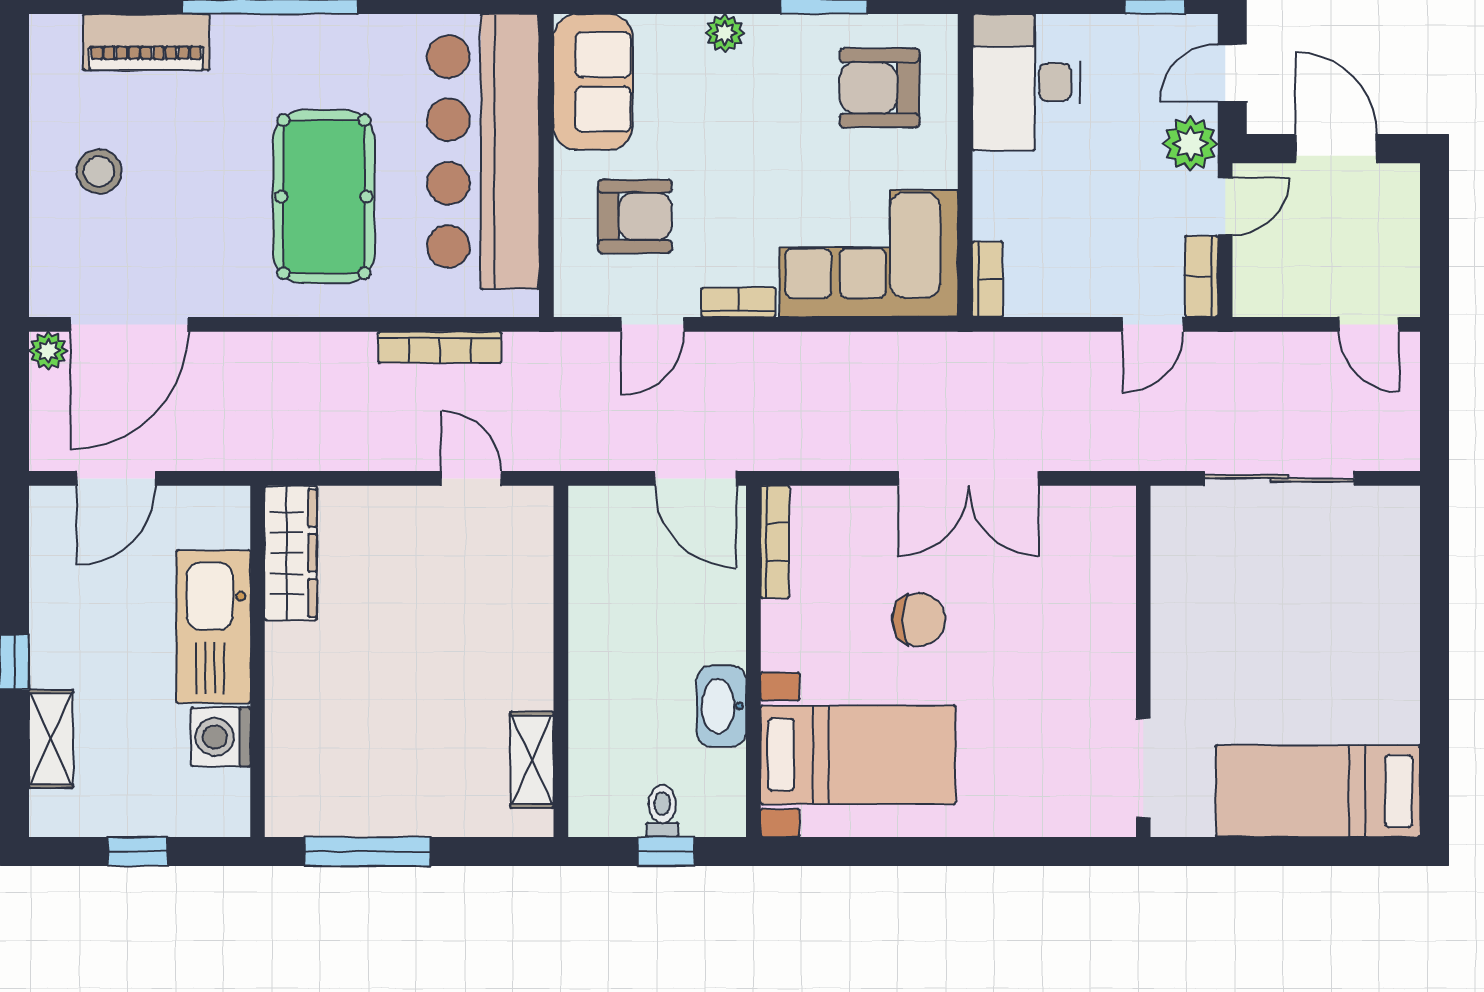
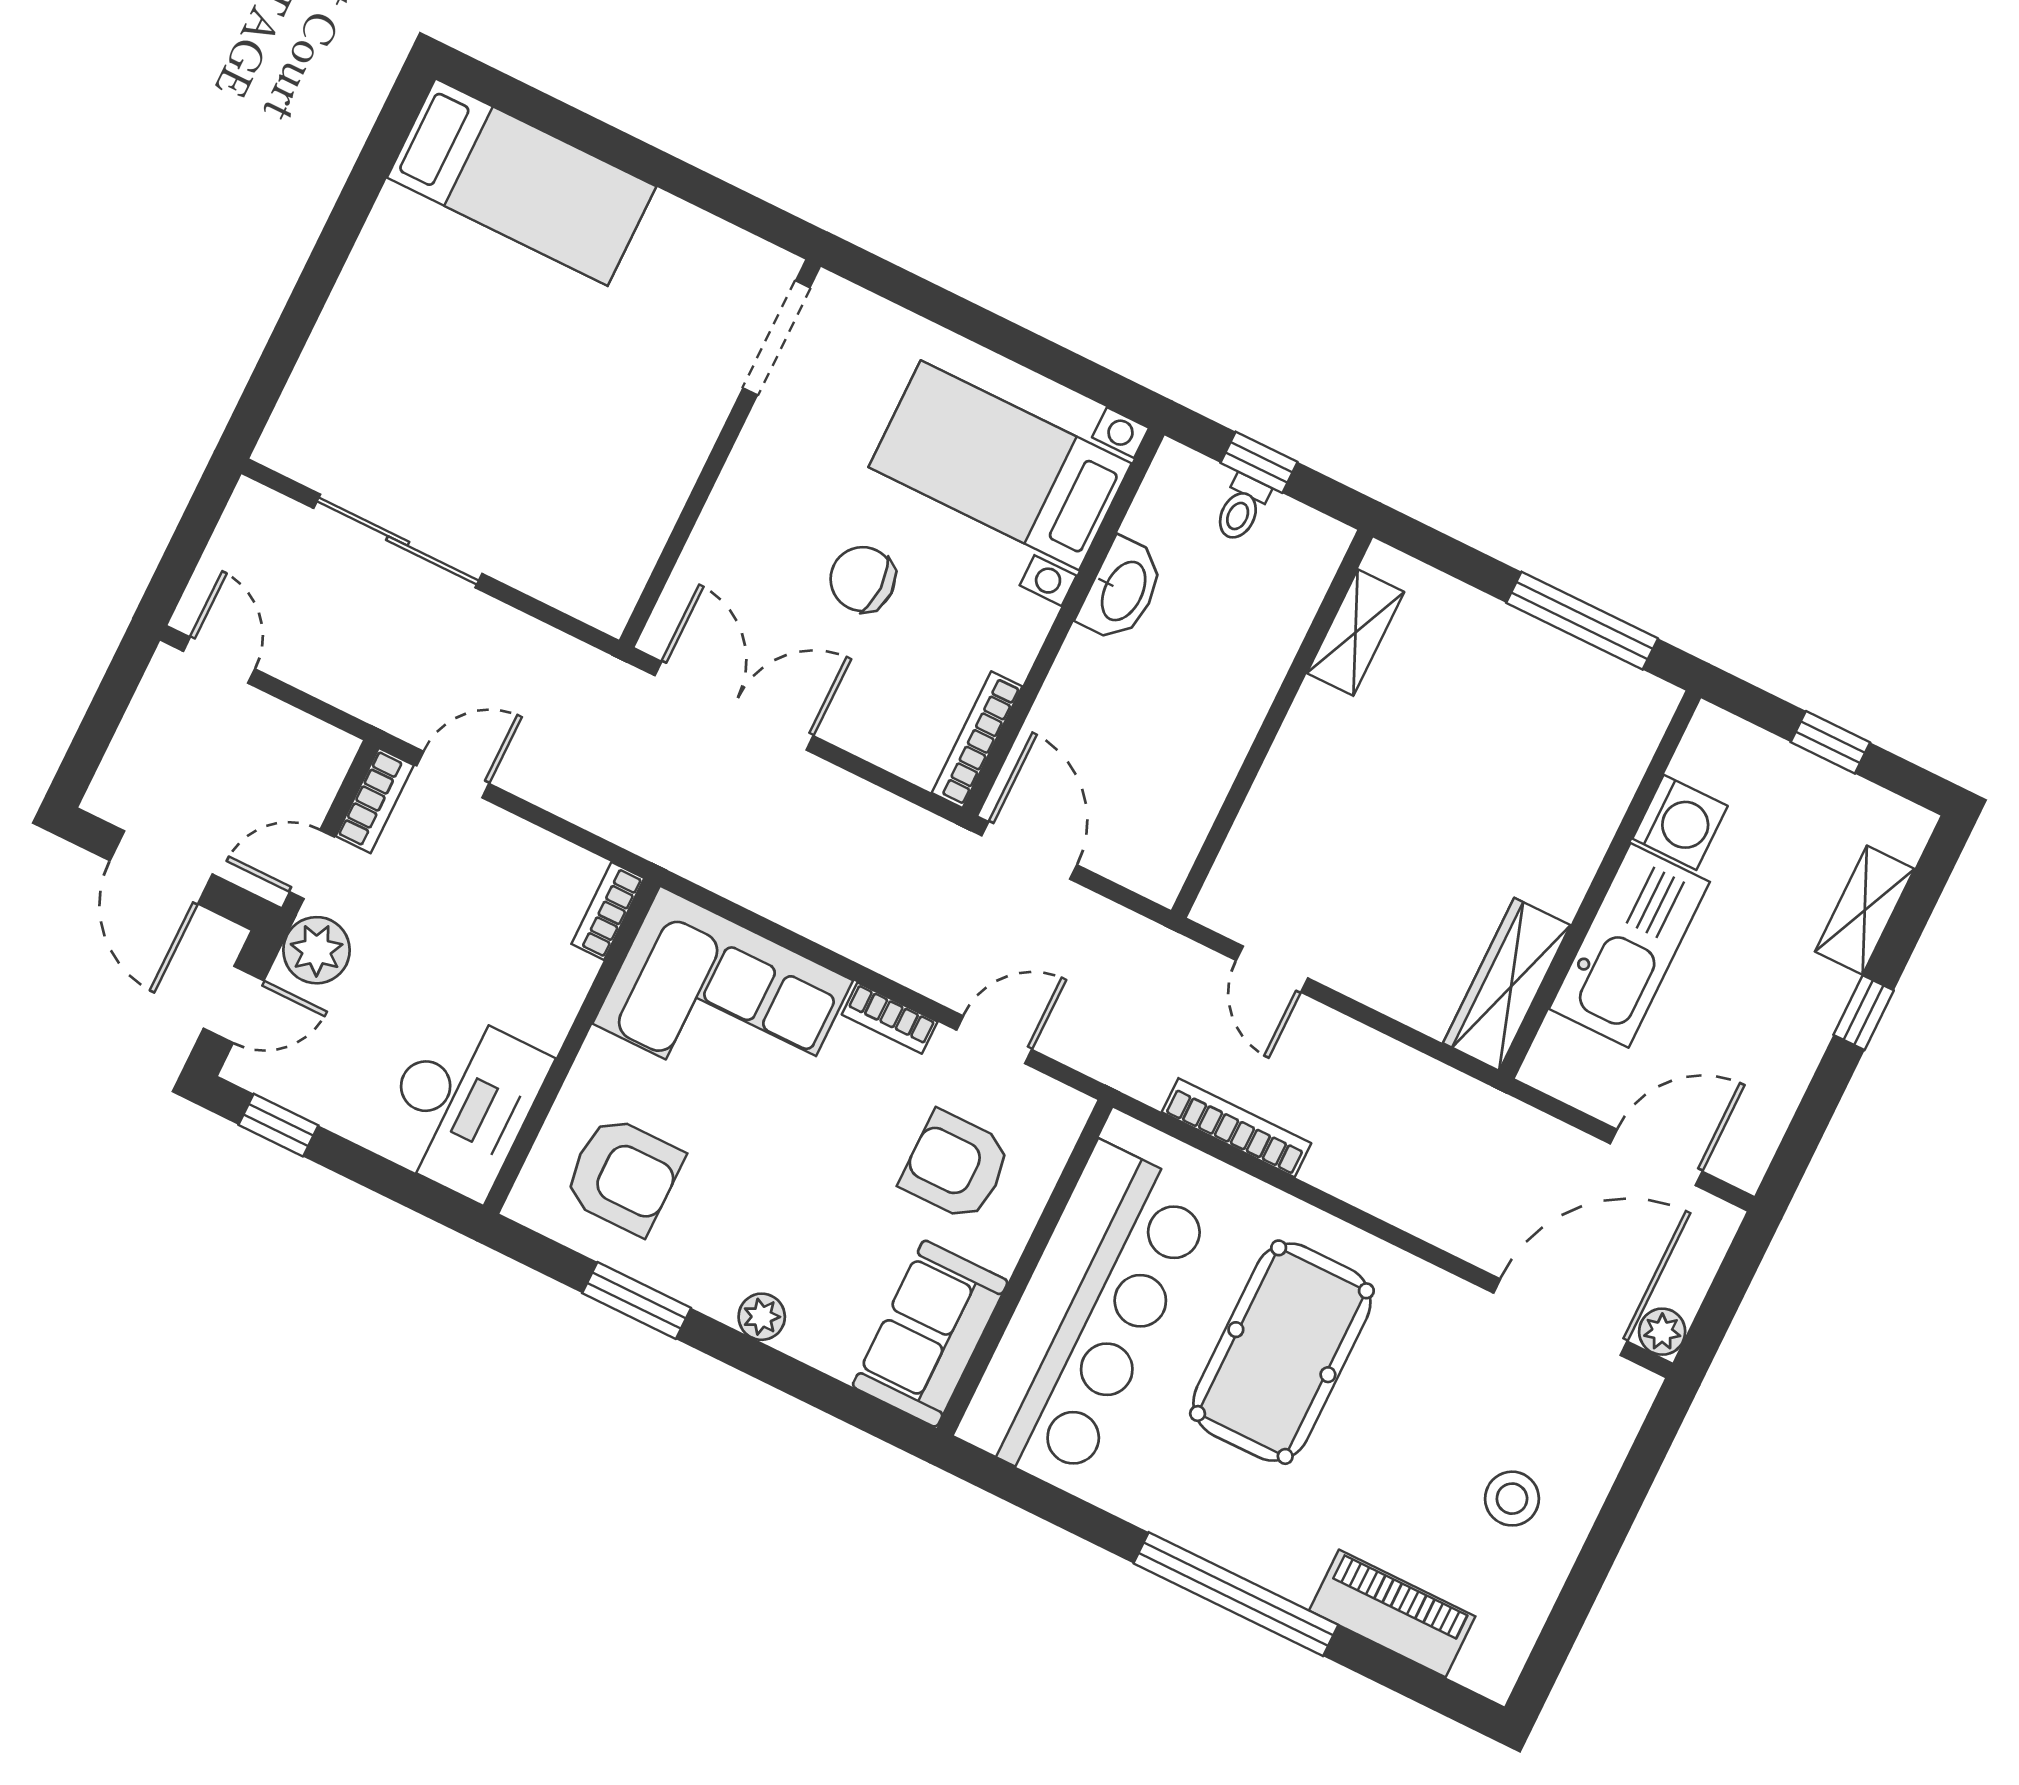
wall: (1143, 661) -> (720, 453), moved
doorway: (1143, 768) -> (776, 338), moved

